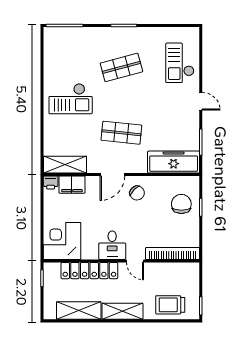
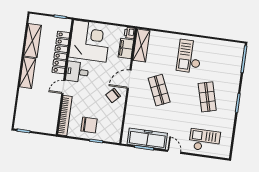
door: (201, 101) -> (174, 152), swing flipped
shop shelf: (121, 133) -> (159, 90), turned -30
freezer: (174, 162) -> (147, 139), moved, turned -90
door: (112, 175) -> (129, 79), hinge flipped
chair: (181, 204) -> (89, 125), moved
corner desk: (62, 241) -> (90, 41), width x1.36, depth x1.36
trolley: (170, 305) -> (27, 108), removed

